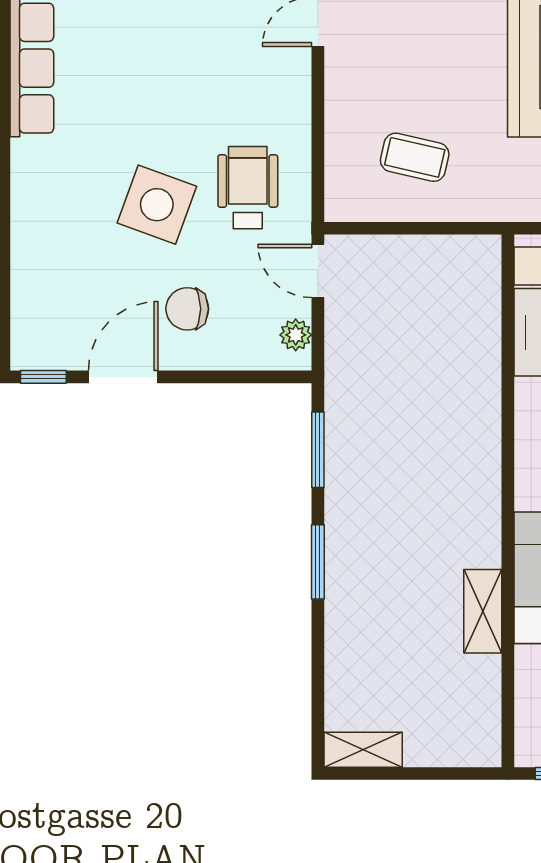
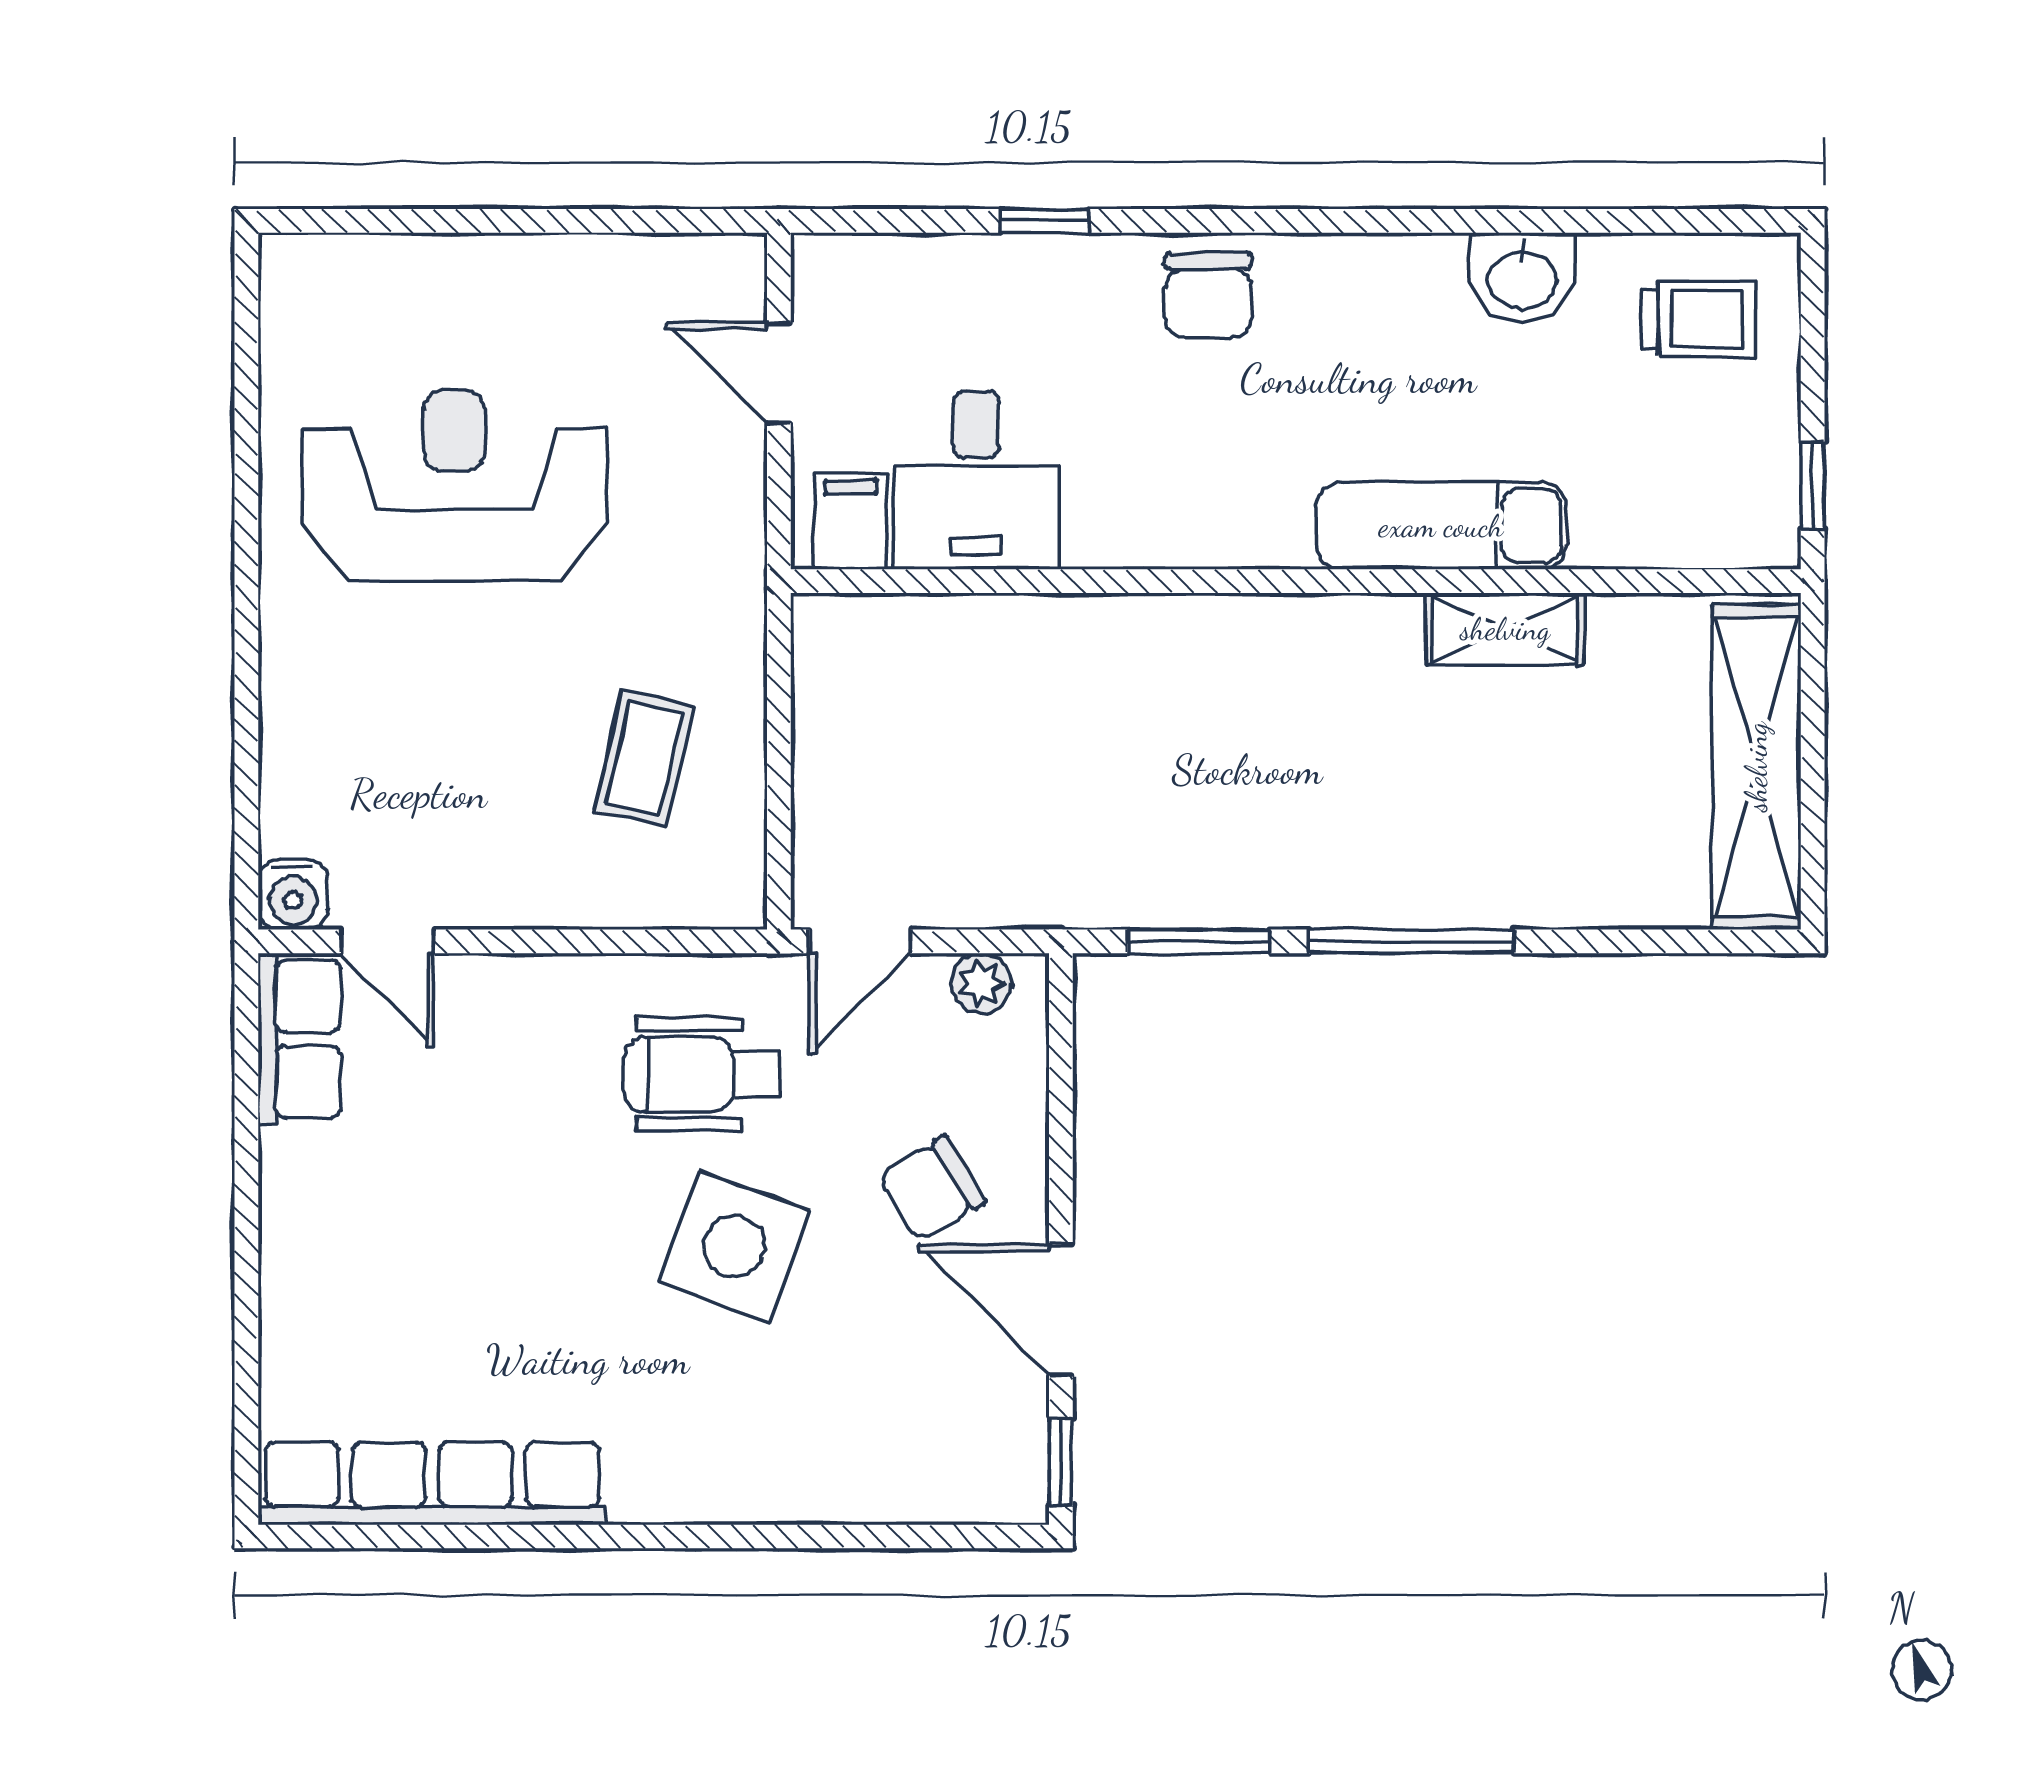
chair: (187, 309) -> (932, 1189), turned 59
window: (318, 562) -> (1411, 941), width x1.44
shelving: (363, 750) -> (1756, 767), width x2.20, depth x1.33

